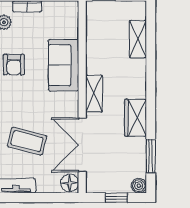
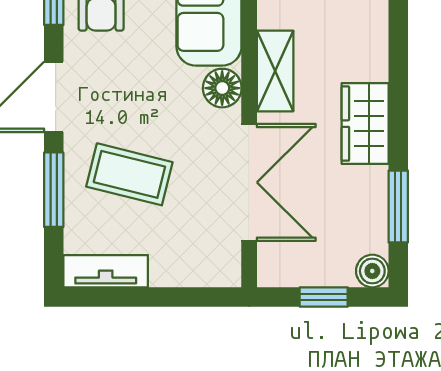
double door: (82, 145) -> (249, 182), swing flipped
floor lamp: (70, 183) -> (222, 88), moved

